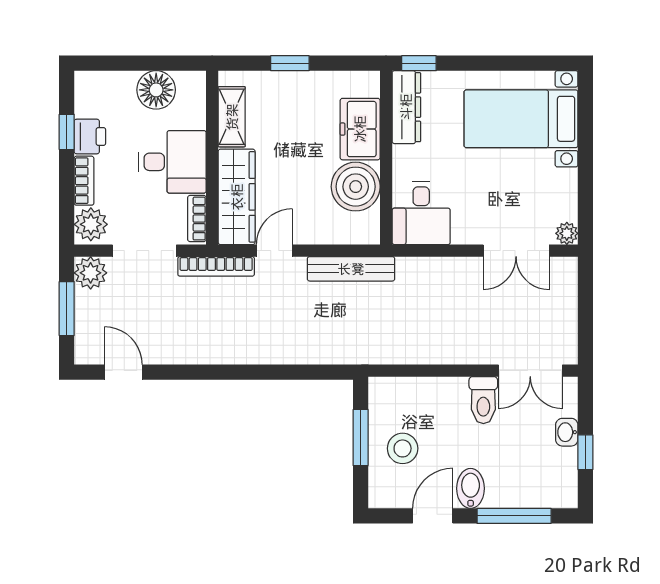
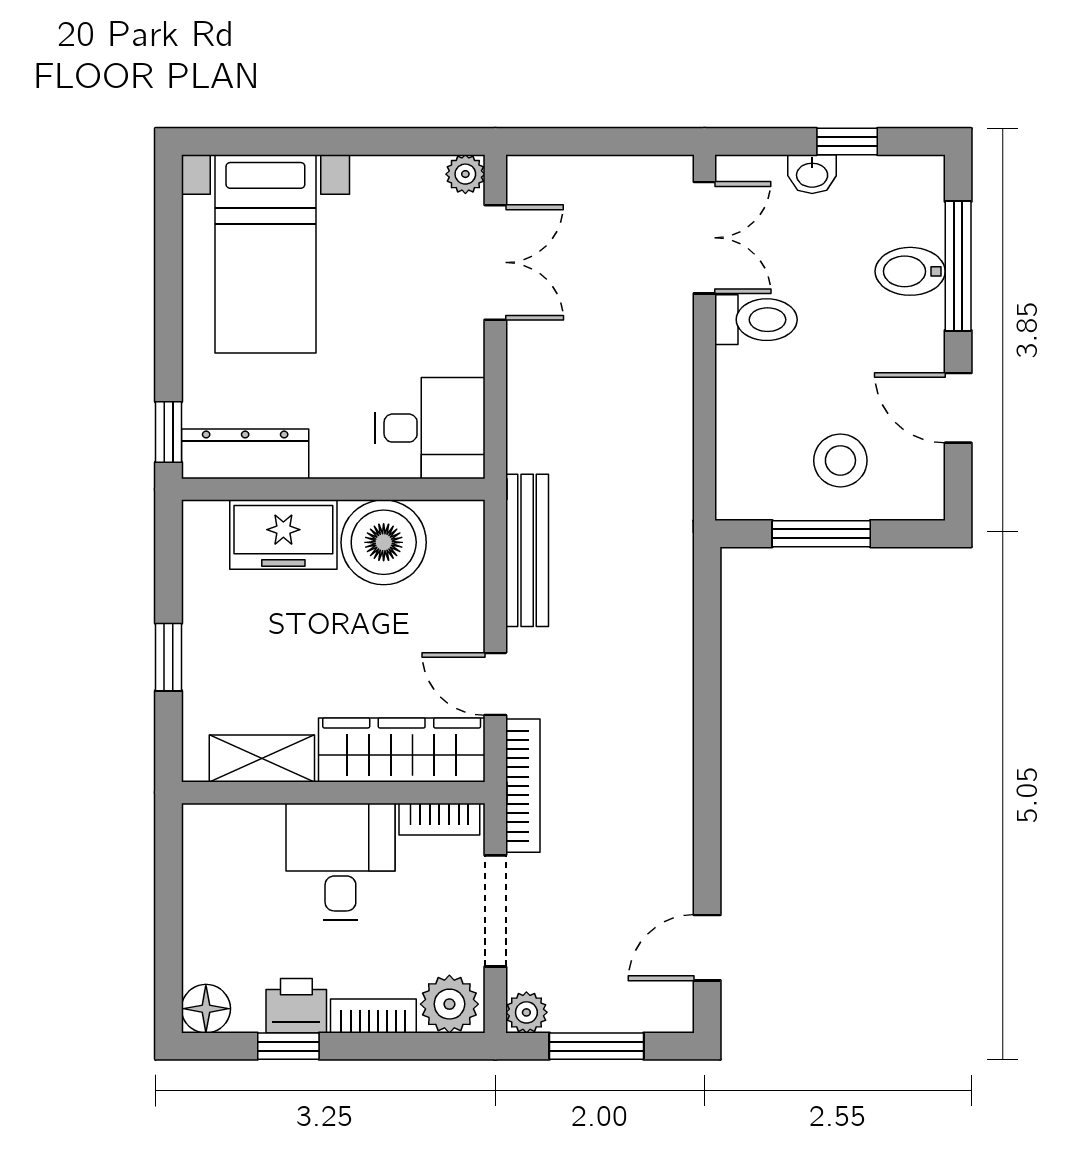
floor lamp: (156, 90) -> (206, 1009), moved, width x0.73, depth x0.73
plant: (91, 273) -> (526, 1012), width x0.73, depth x0.73
bidet: (471, 488) -> (910, 271), moved

